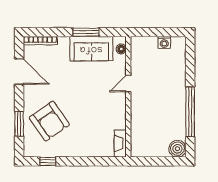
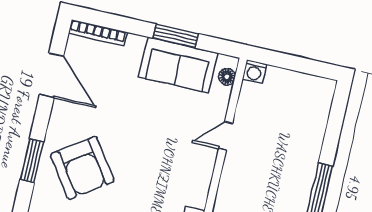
washing machine: (164, 42) -> (254, 72), moved

